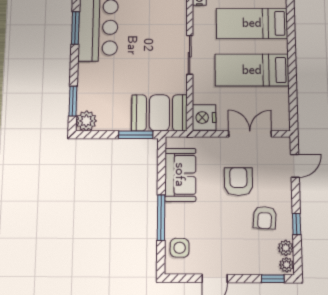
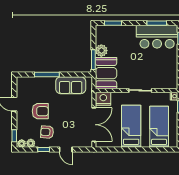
plant: (86, 121) -> (101, 51), moved
double door: (250, 134) -> (94, 125), width x1.37
door: (295, 166) -> (66, 150), moved
armchair: (238, 181) -> (40, 111), moved
side table: (180, 248) -> (31, 85), removed

